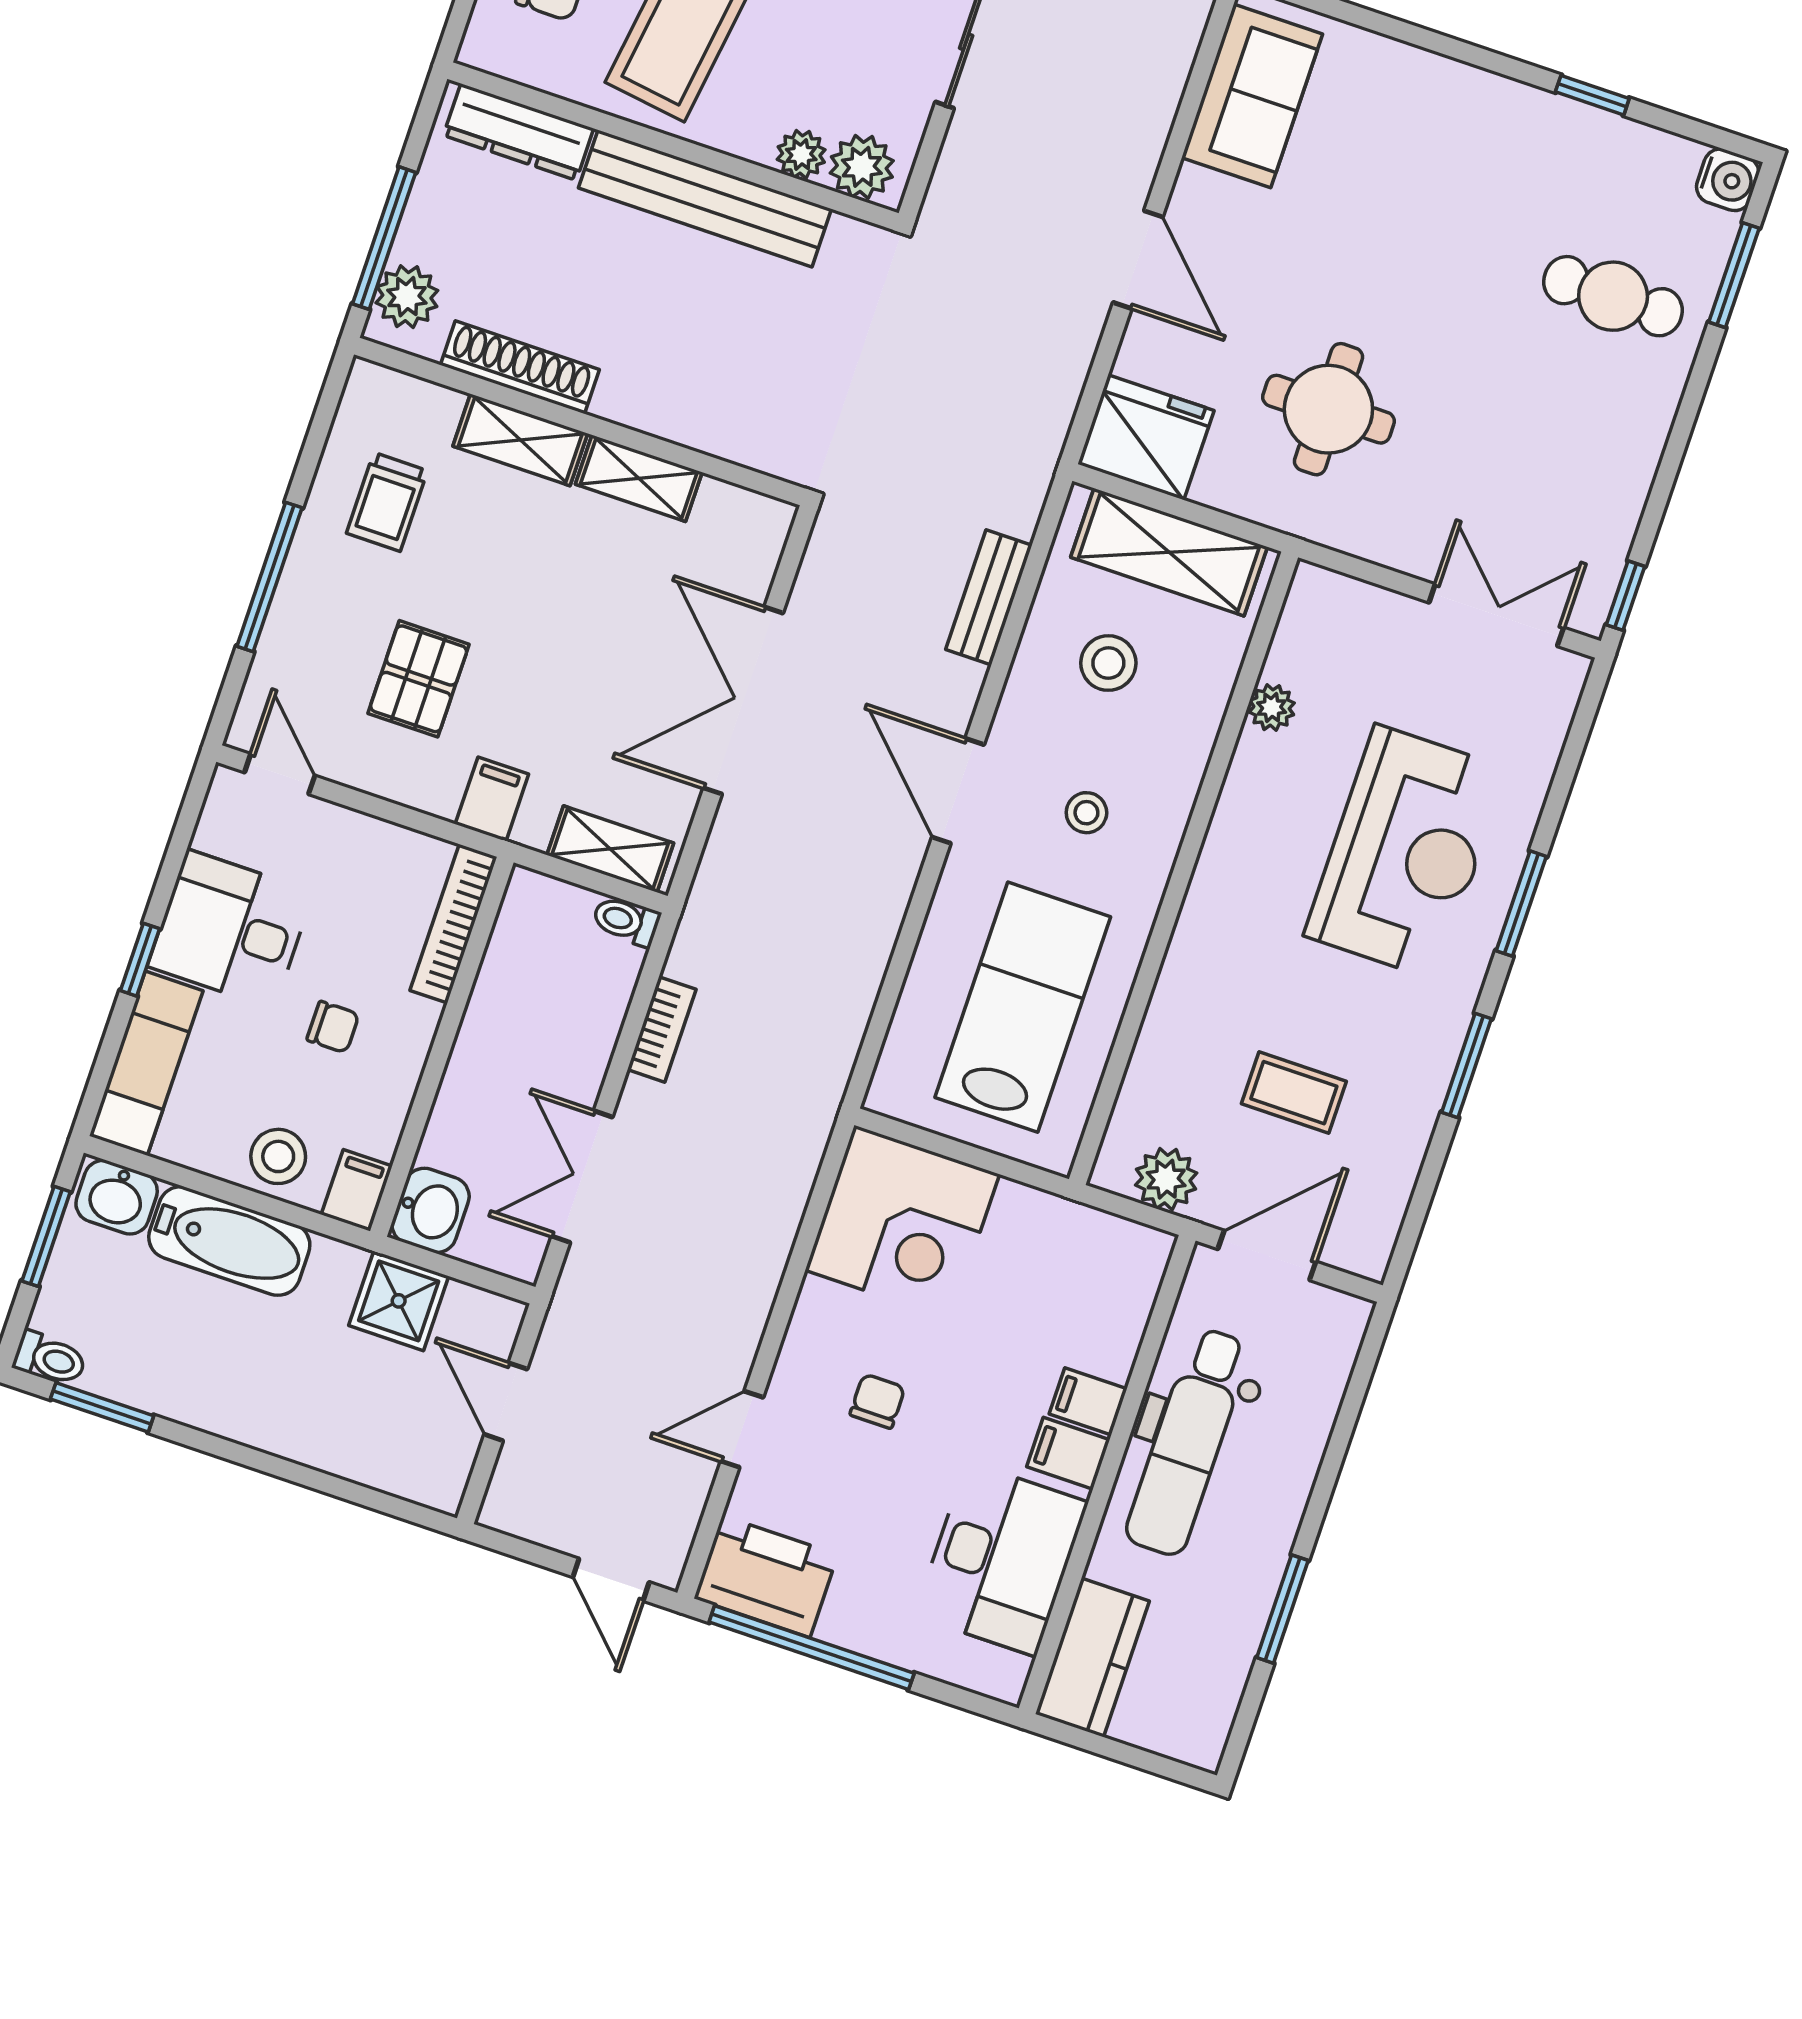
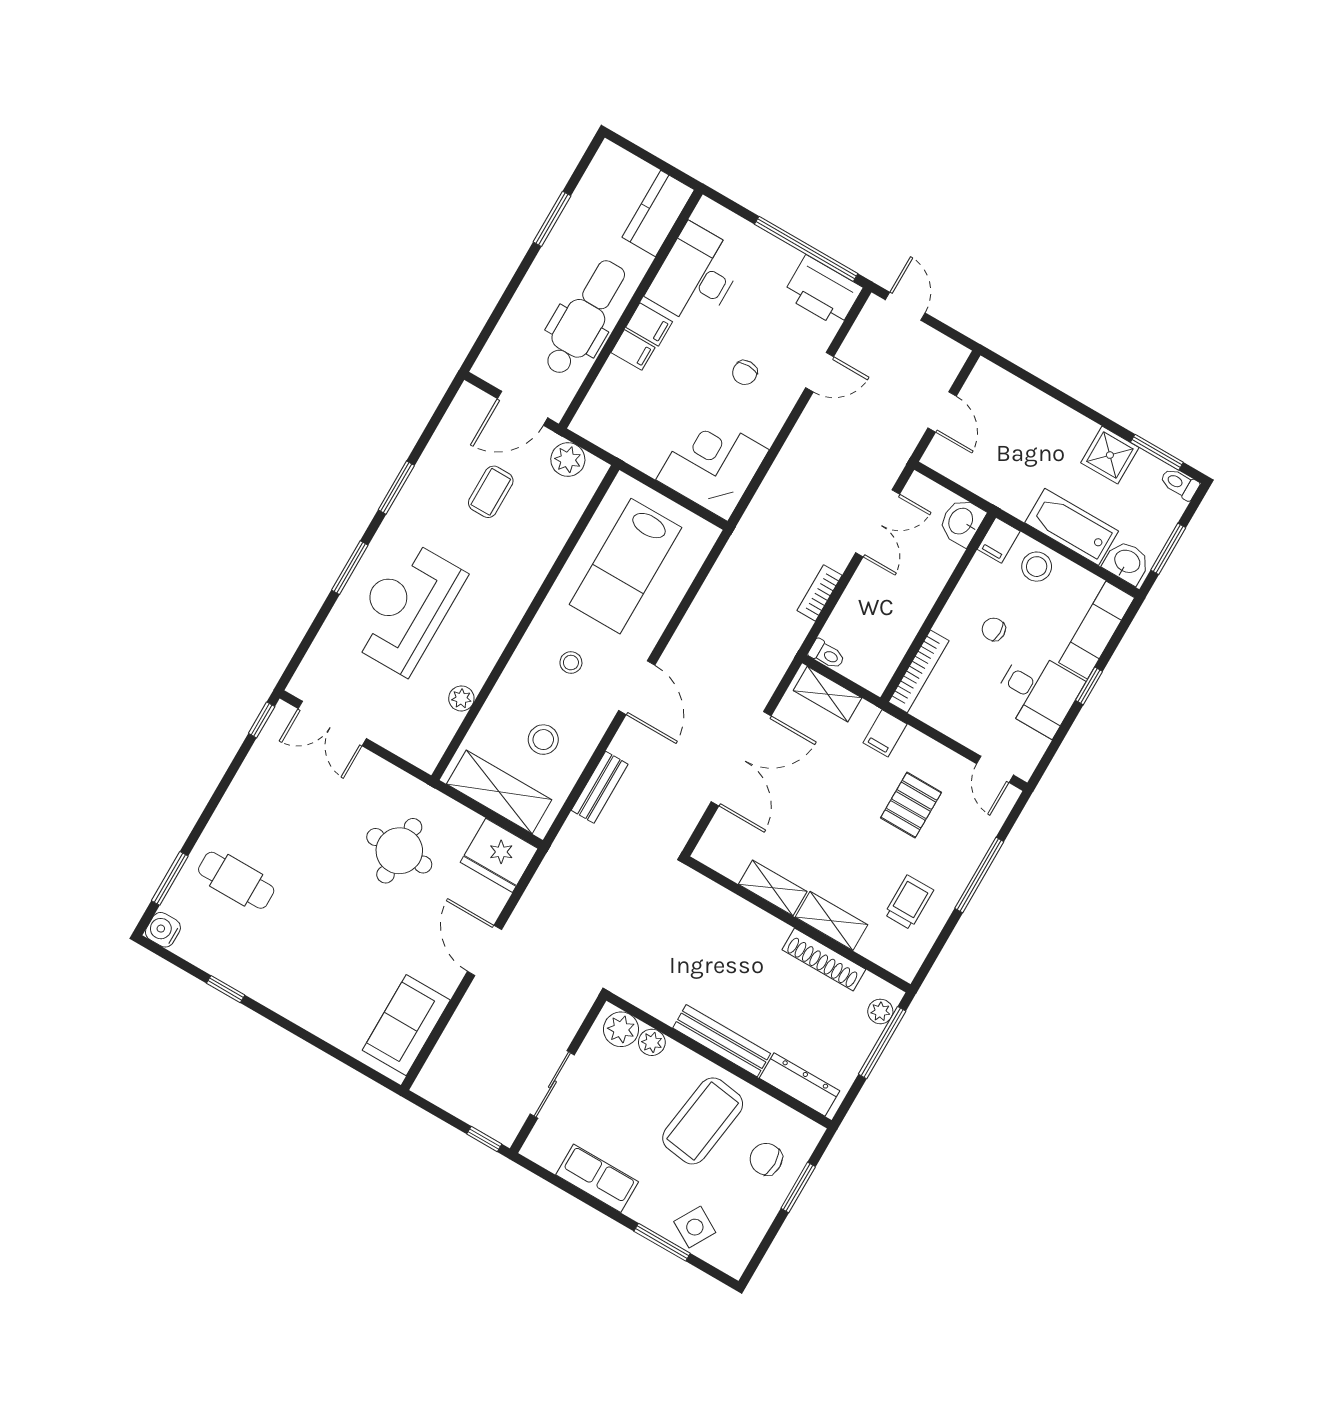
bench: (705, 199) -> (722, 1041), width x0.73, depth x0.82
plant: (407, 297) -> (880, 1011), width x0.73, depth x0.73
coffee table: (1294, 1093) -> (491, 492), turned 90
shower: (399, 1301) -> (1110, 455), moved

